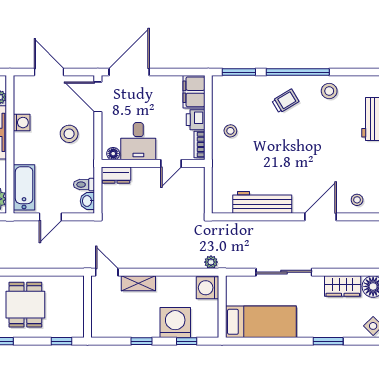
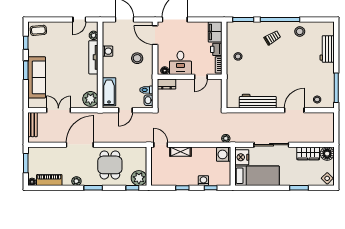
nightstand: (237, 292) -> (242, 157), added
washing machine: (175, 323) -> (203, 181), width x0.53, depth x0.53
plant: (72, 325) -> (139, 178), added

